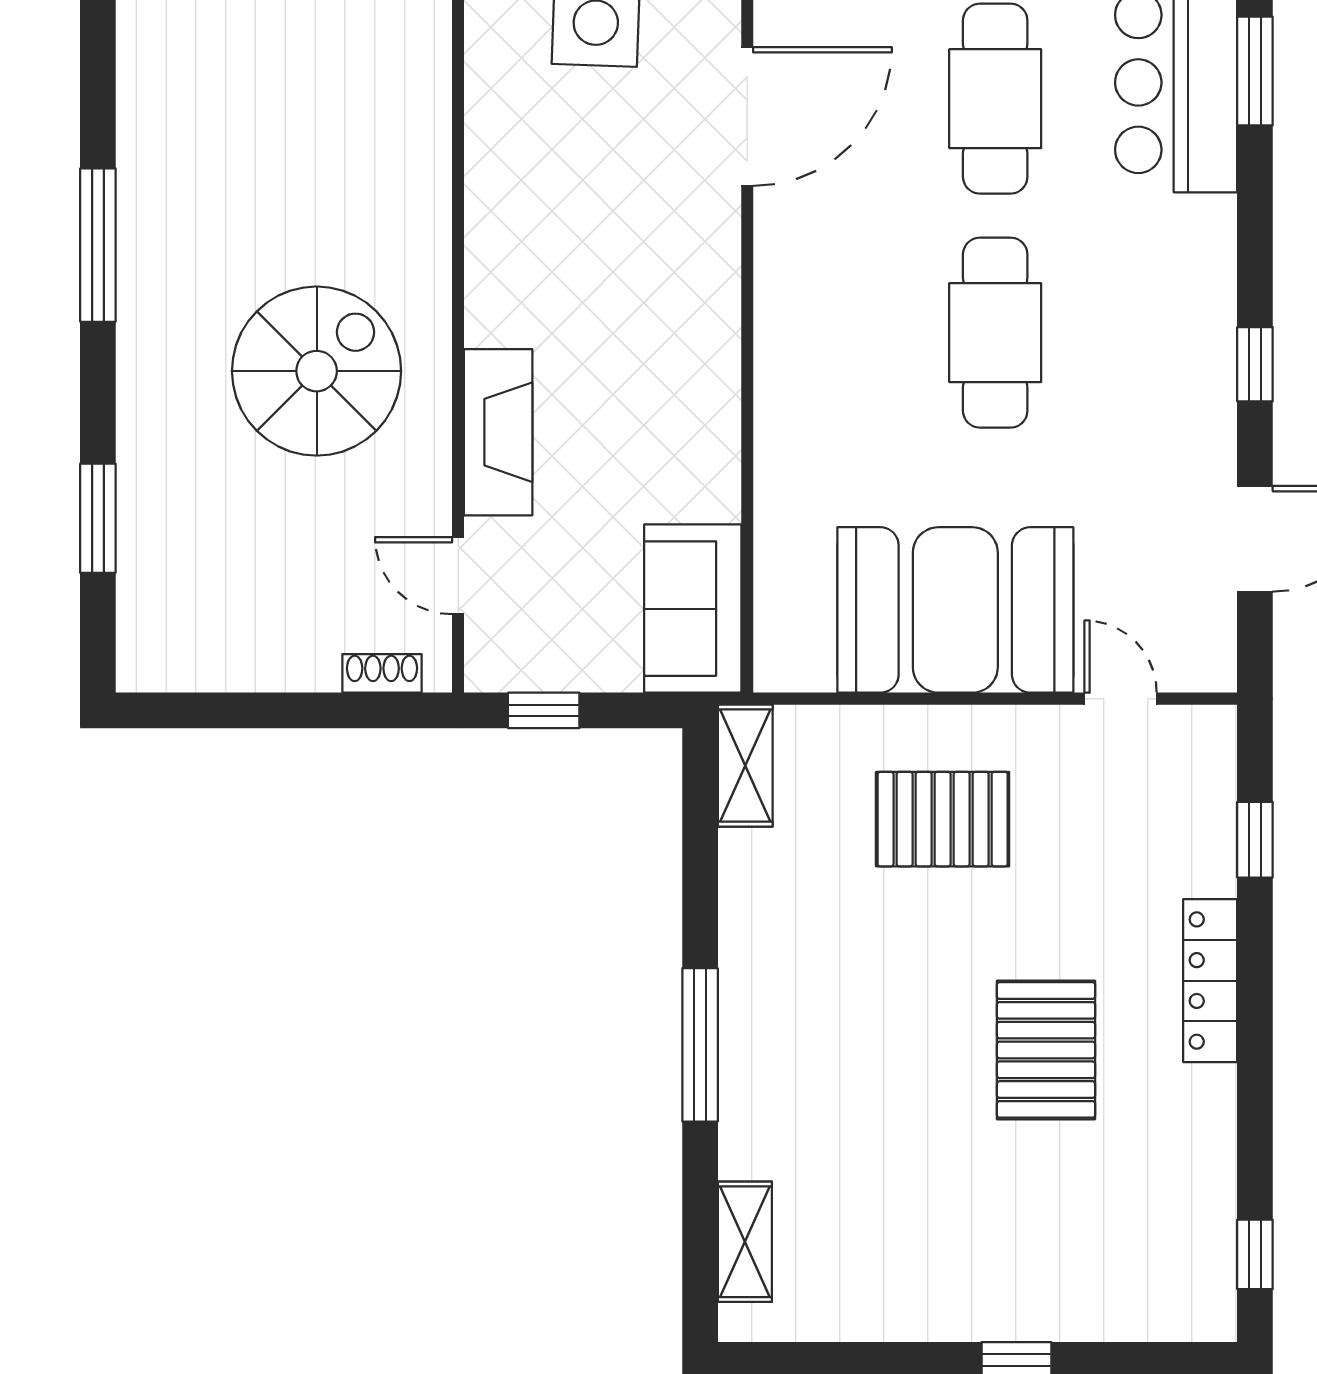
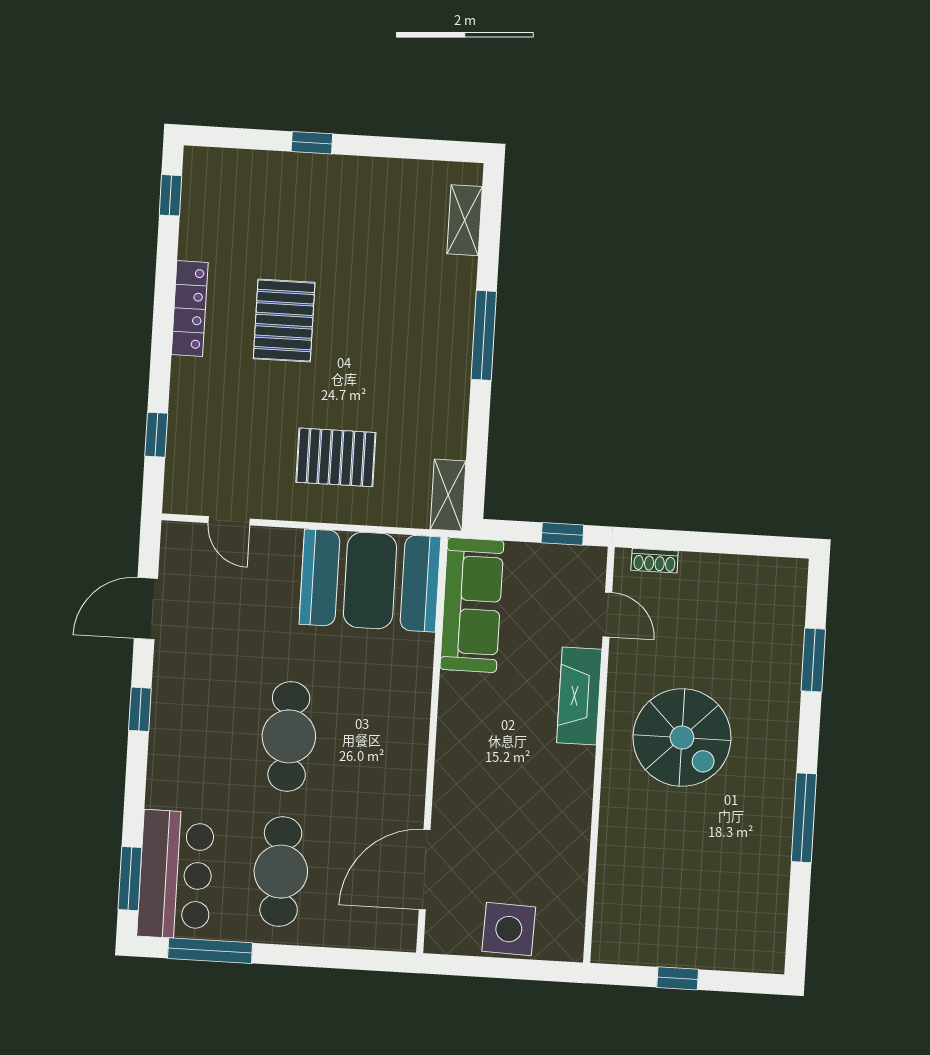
spiral stairs: (317, 371) -> (682, 738), turned -90
sofa: (693, 609) -> (472, 605), width x1.36
booth: (955, 610) -> (370, 581), moved
locker: (1210, 981) -> (190, 308), moved

